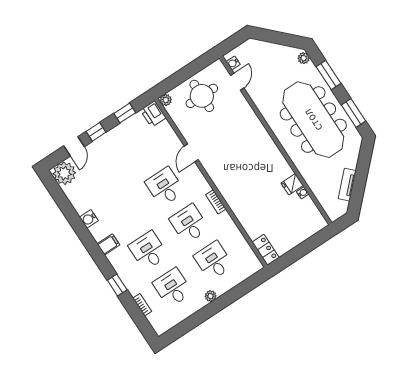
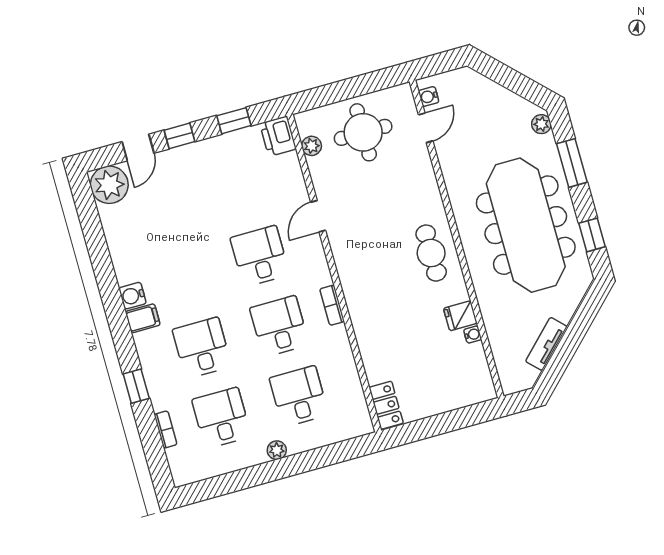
plant: (166, 100) -> (312, 146), moved
window: (353, 113) -> (592, 235), width x0.67
cafe table: (264, 153) -> (431, 253), added
water cooler: (89, 219) -> (132, 296), moved

